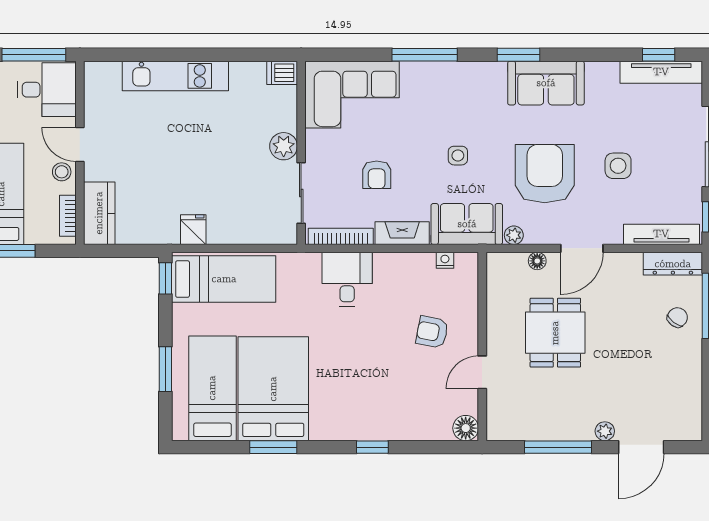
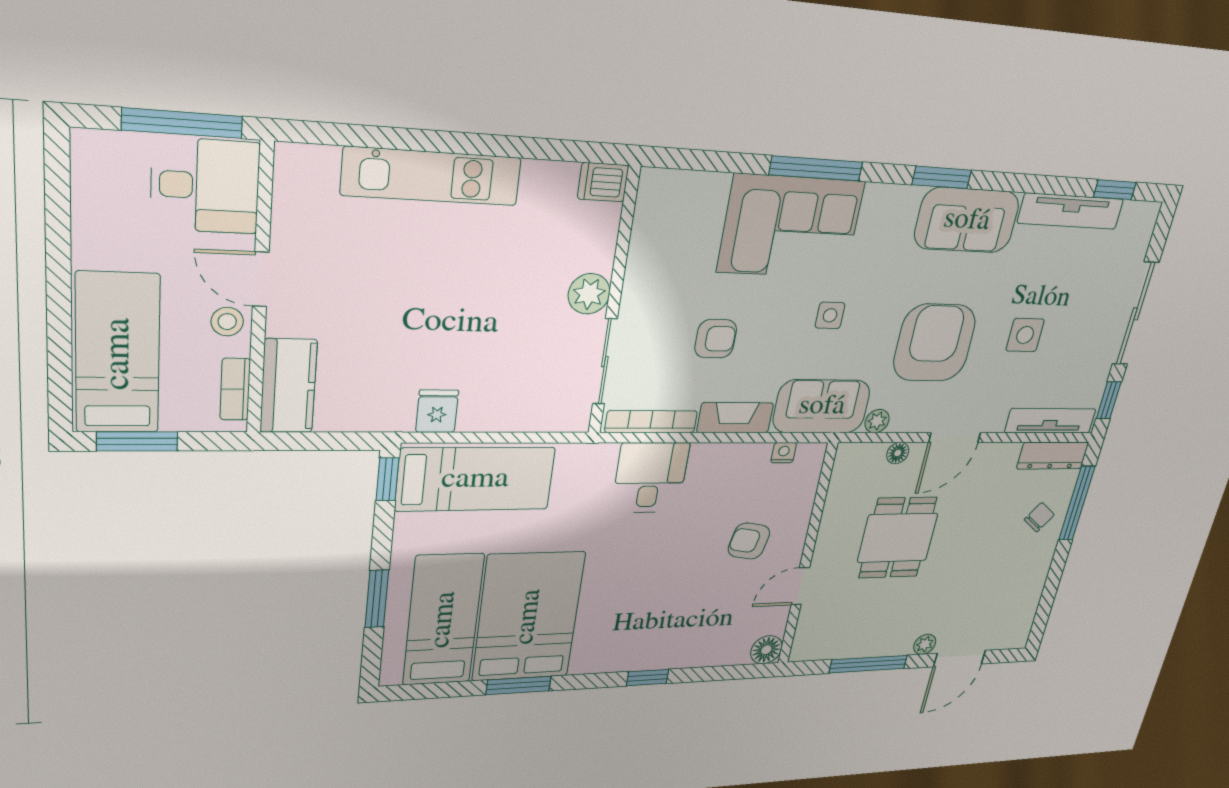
tv unit: (661, 72) -> (1071, 211), moved
corner sofa: (352, 95) -> (791, 227), moved
armchair: (377, 175) -> (716, 339), turned -90

